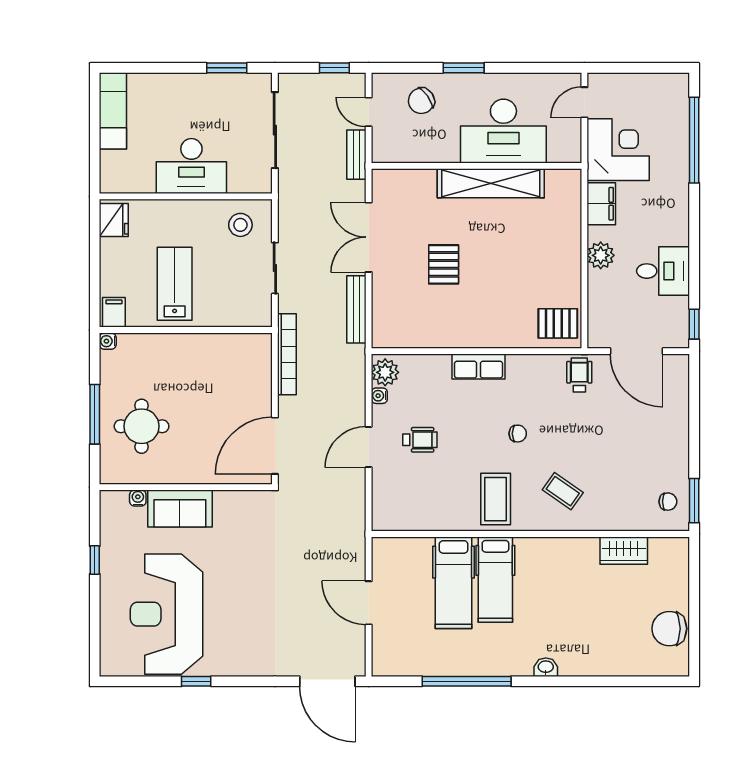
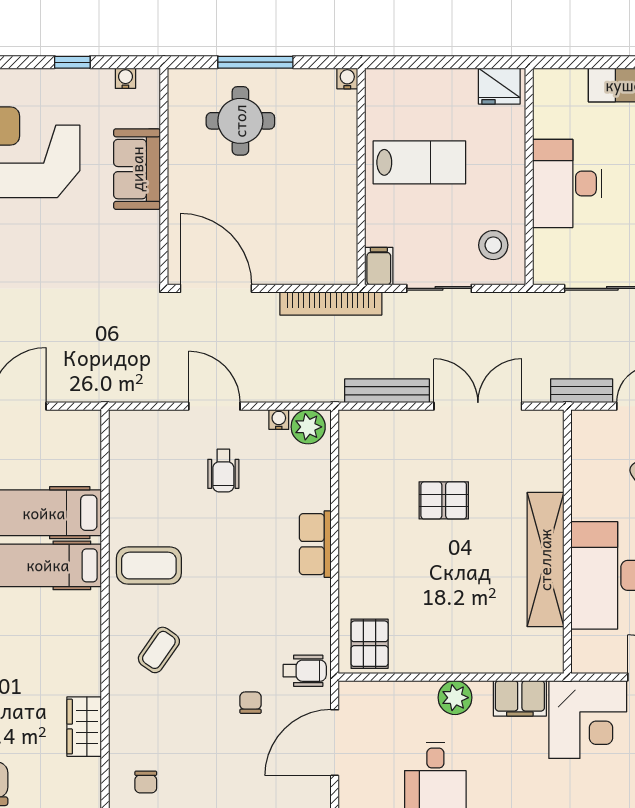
filing cabinet: (114, 312) -> (379, 266), moved, turned -90
chair: (518, 434) -> (250, 703), moved, turned 180
water cooler: (138, 498) -> (125, 78), moved, turned -90

